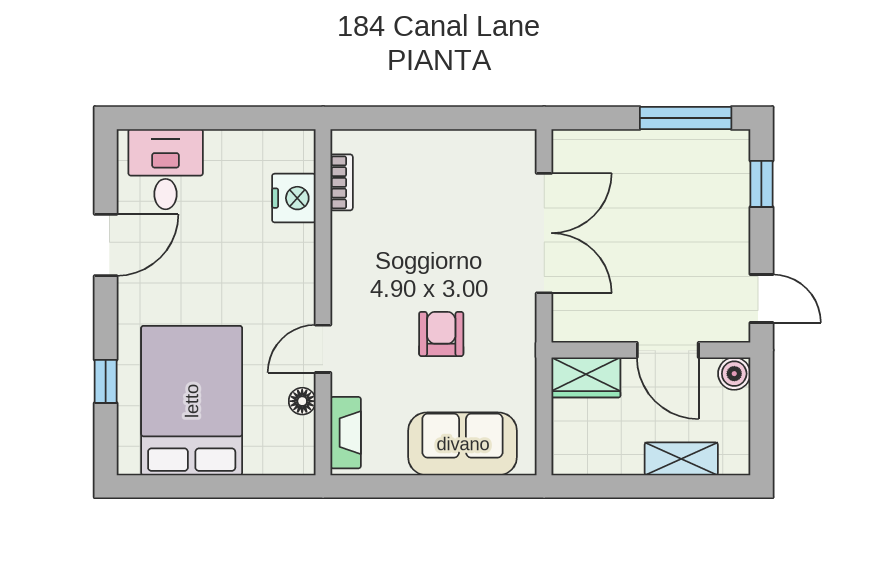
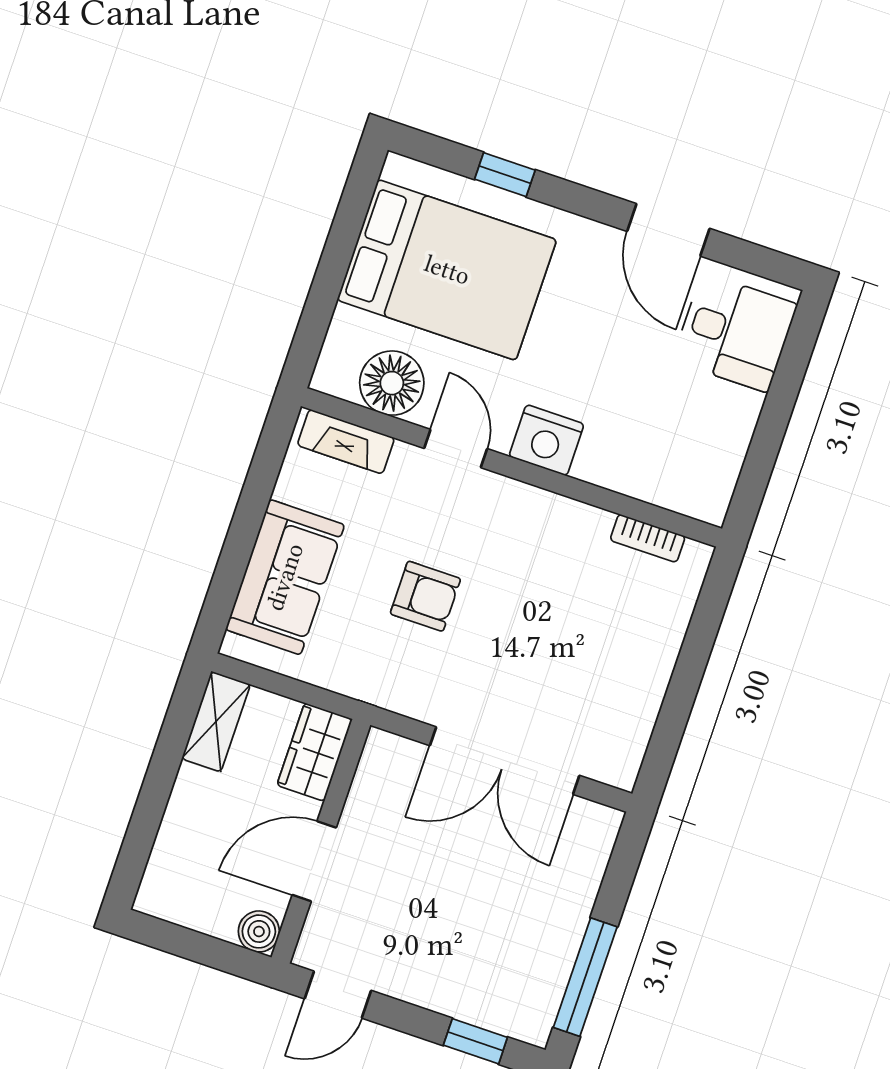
nightstand: (294, 198) -> (546, 440), moved
floor lamp: (302, 401) -> (392, 383), width x1.89, depth x1.89
shelving: (681, 459) -> (216, 722), moved

